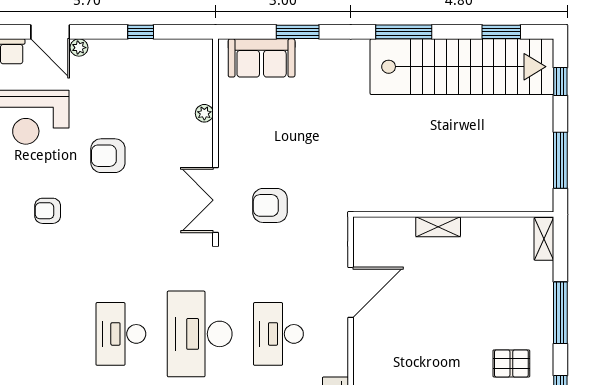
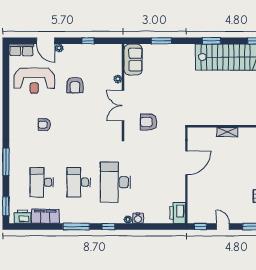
window: (404, 32) -> (211, 41), width x0.69
sofa: (262, 58) -> (133, 60), moved, turned -90
armchair: (108, 156) -> (75, 85), moved, turned -90
double door: (216, 200) -> (123, 106), moved
desk: (278, 334) -> (42, 182), moved

